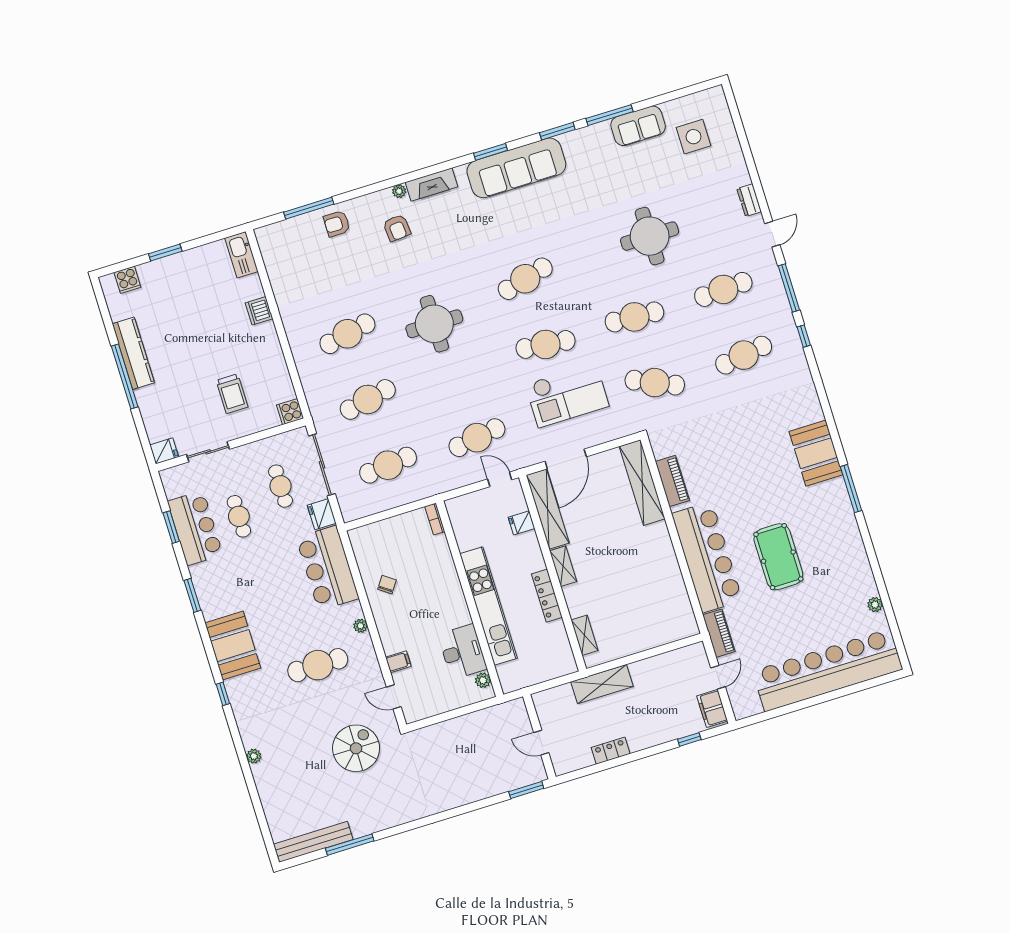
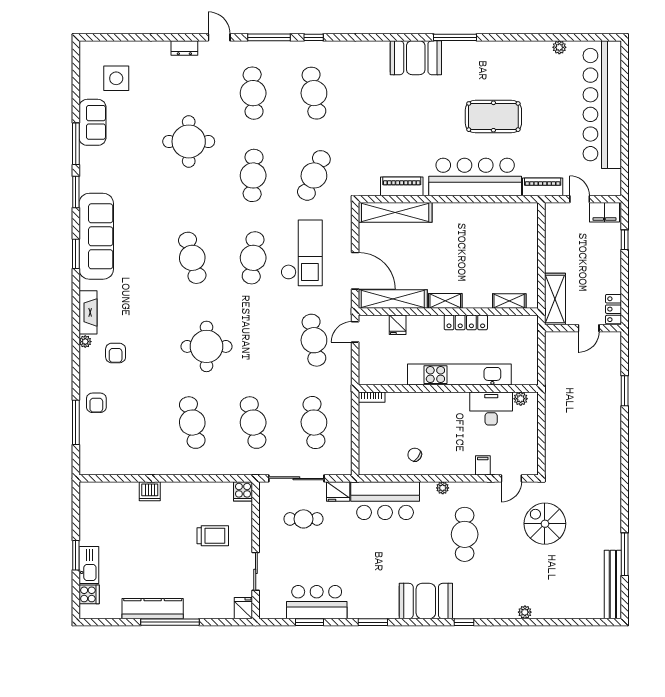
armchair: (397, 228) -> (116, 353), turned 95
kitchen sink: (241, 255) -> (89, 565), moved, turned -90
cafe table: (239, 516) -> (318, 562), removed
wall: (539, 737) -> (583, 328), moved
door: (541, 743) -> (589, 328), moved

